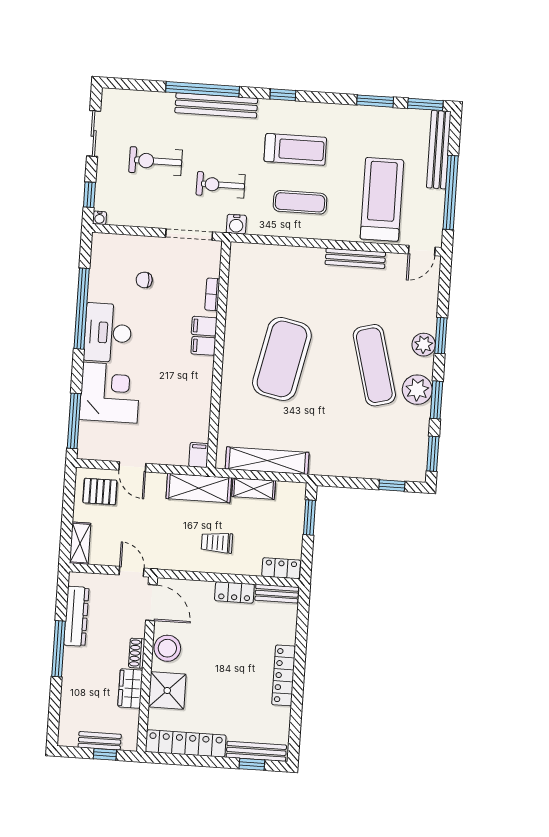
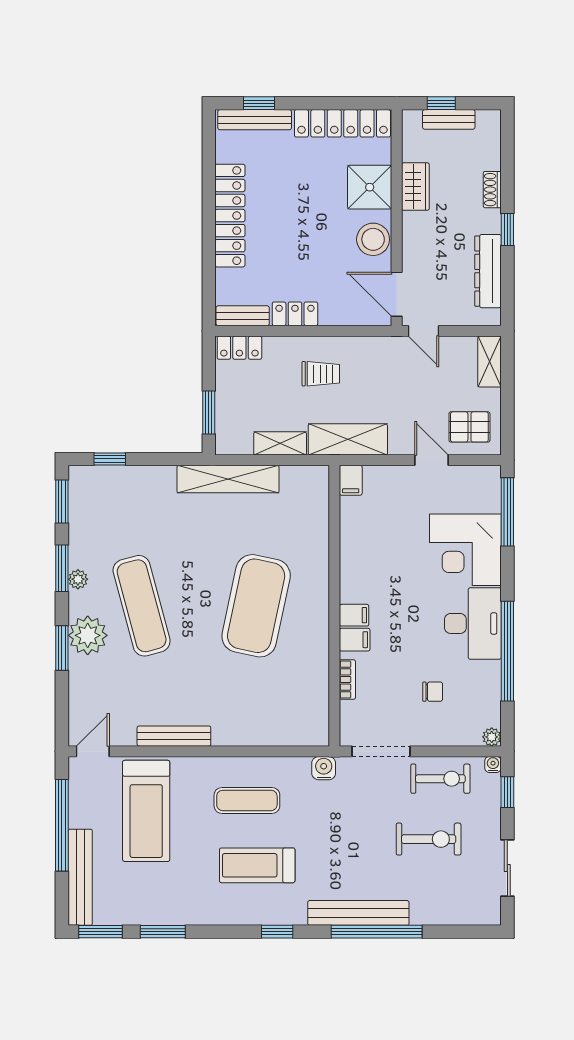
exercise bike: (221, 185) -> (440, 779), moved
plant: (99, 240) -> (492, 737), added
plant: (424, 345) -> (88, 635), width x1.36, depth x1.36
plant: (417, 390) -> (78, 579), width x0.53, depth x0.53
shelving: (267, 461) -> (228, 479), moved
window: (58, 649) -> (507, 230), width x0.46
shoe rack: (137, 653) -> (492, 190), moved, turned 180
locker: (284, 675) -> (230, 216), width x1.41, depth x1.21

